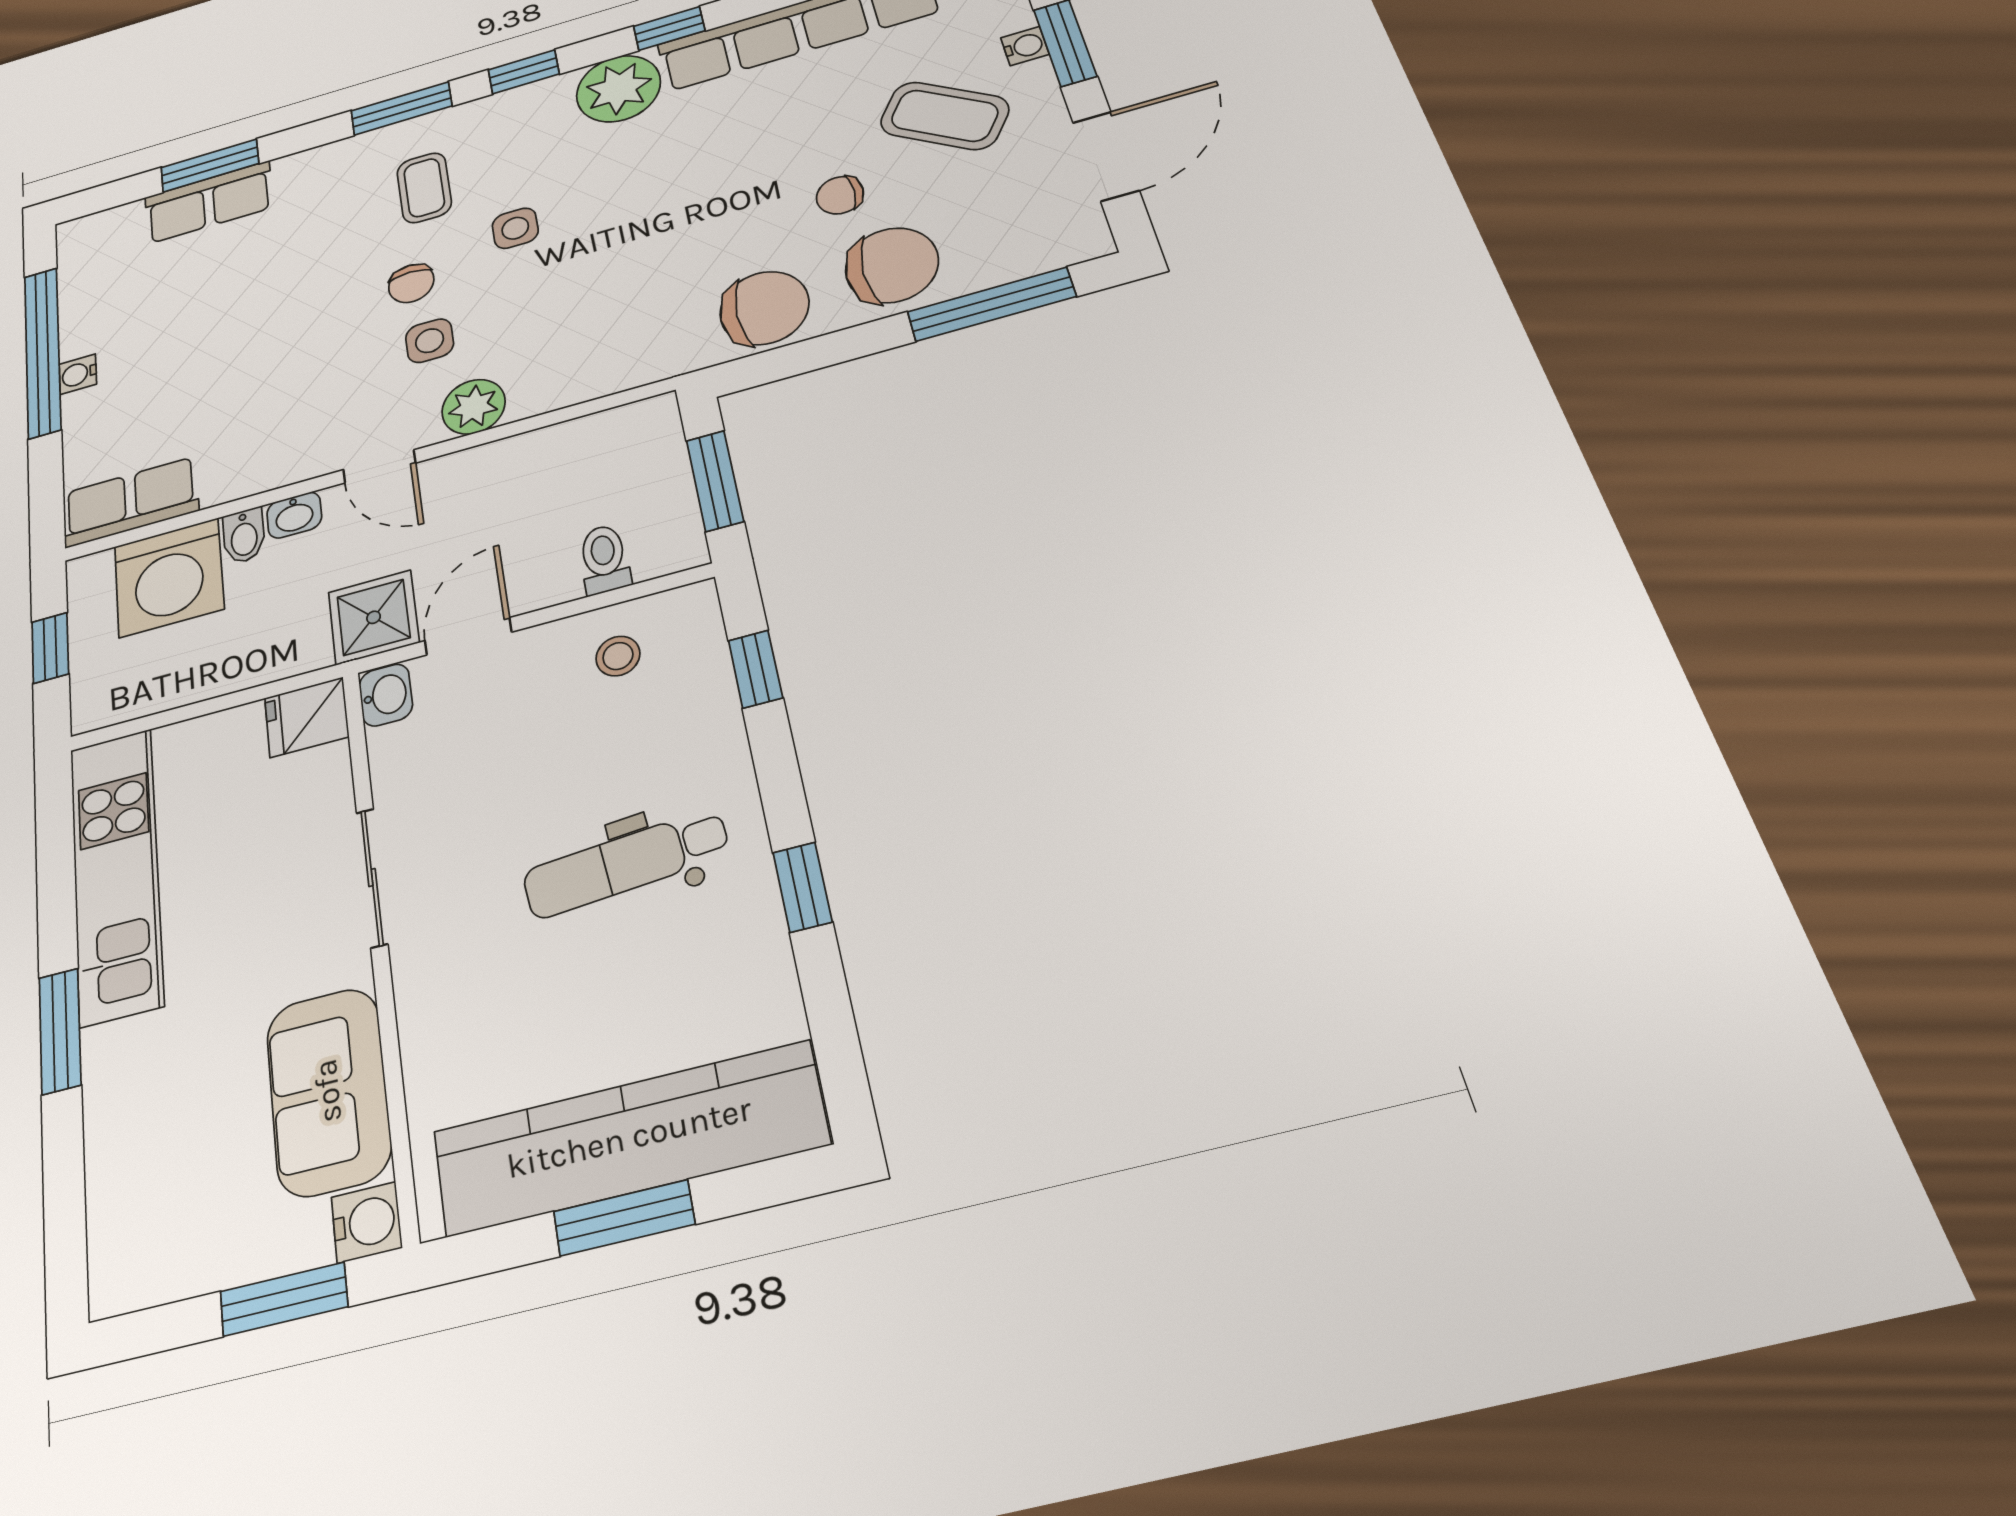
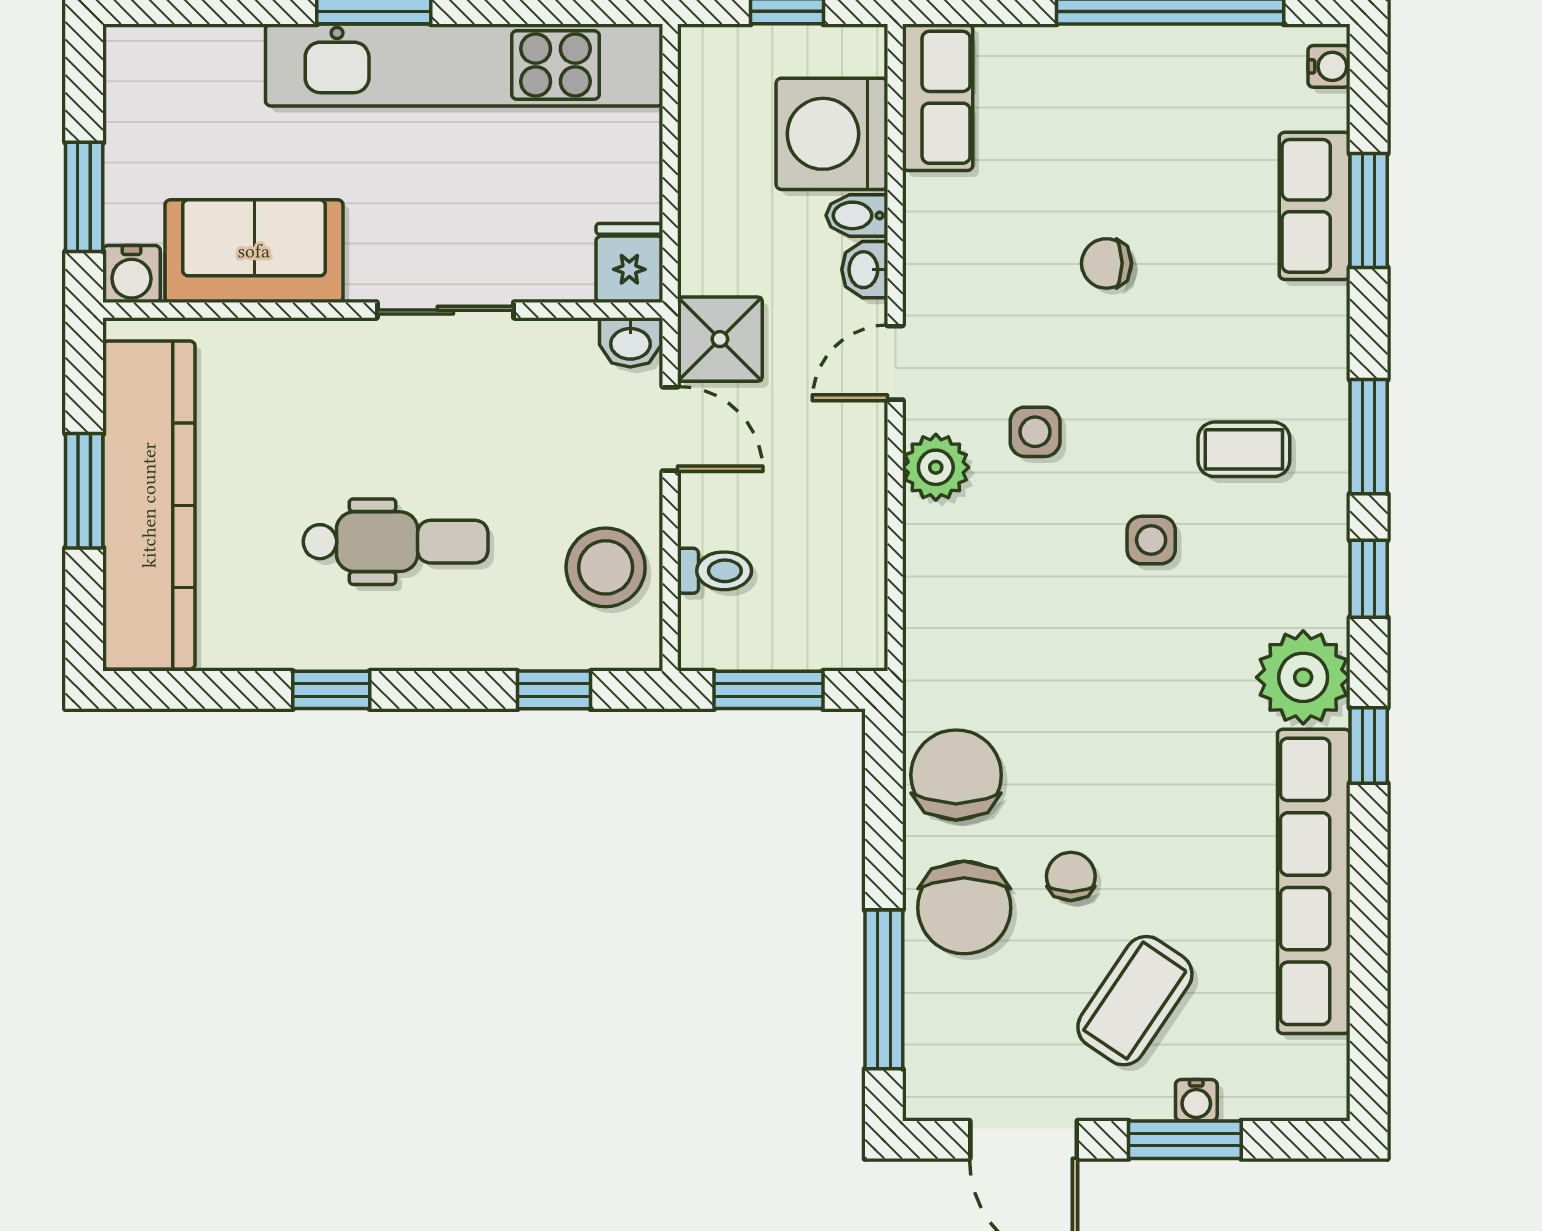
chair: (411, 283) -> (1106, 263), moved
chair: (764, 308) -> (956, 775), turned 180
water cooler: (78, 374) -> (1329, 66), moved, turned 90
stool: (618, 656) -> (606, 567), width x1.89, depth x1.89
dental chair: (626, 863) -> (396, 542), turned 95
kitchen unit: (116, 874) -> (464, 65), width x1.36

